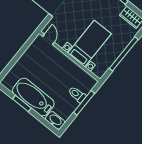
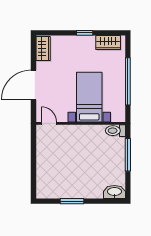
toilet: (77, 95) -> (115, 131), moved
bathtub: (33, 97) -> (78, 187), removed

